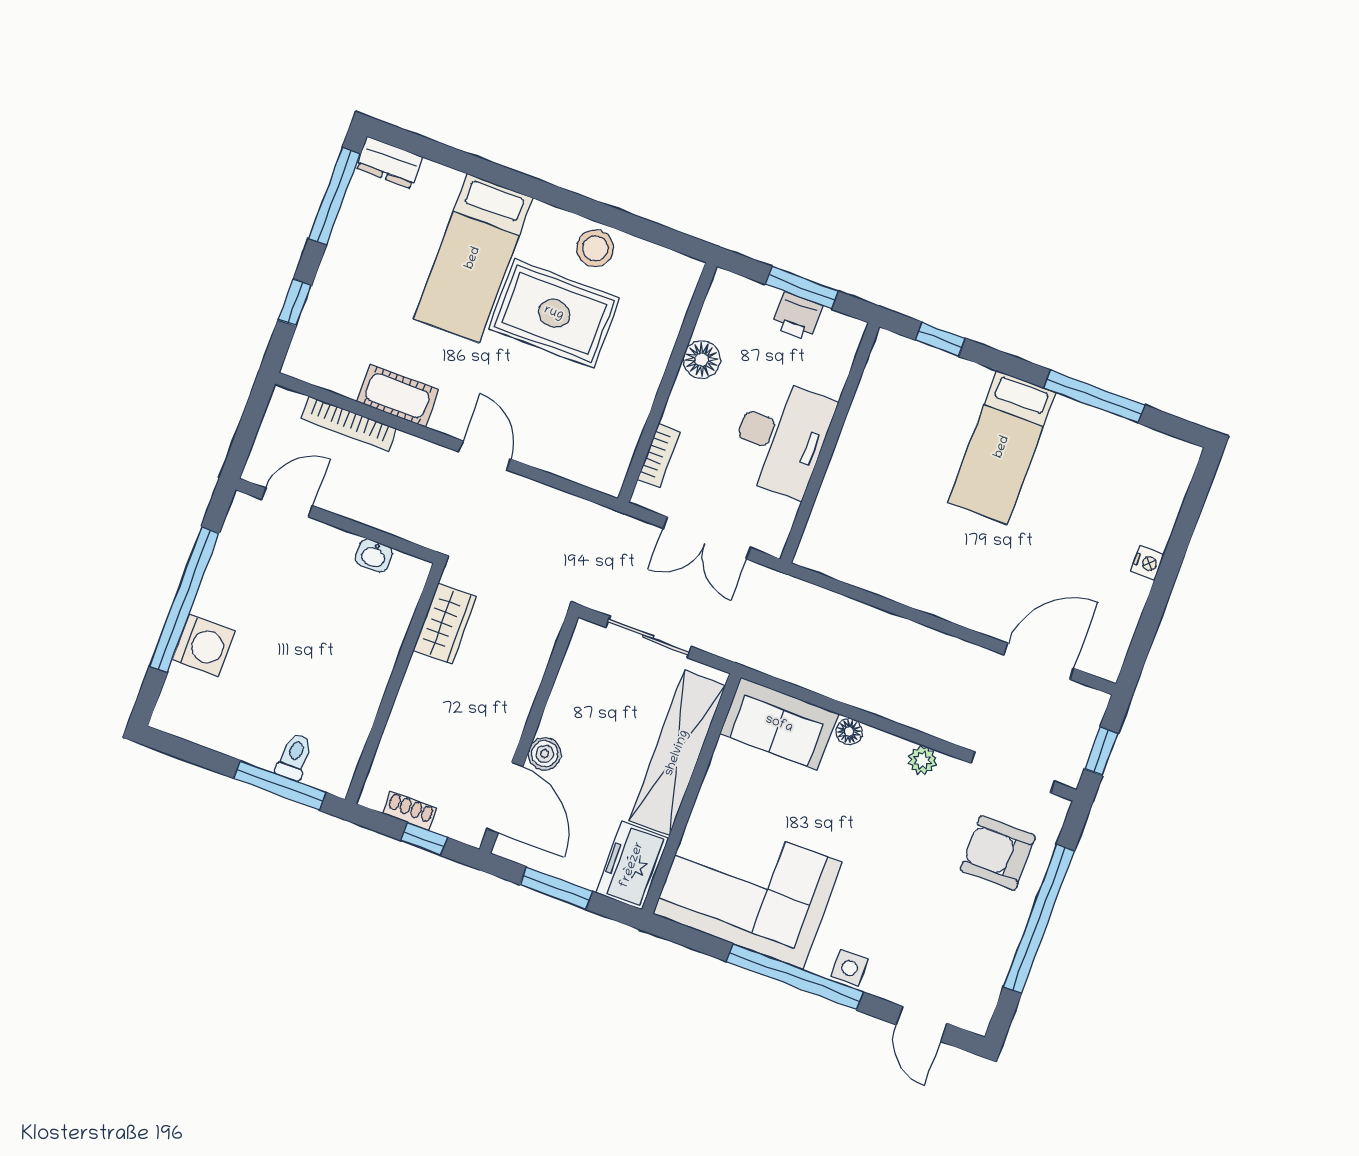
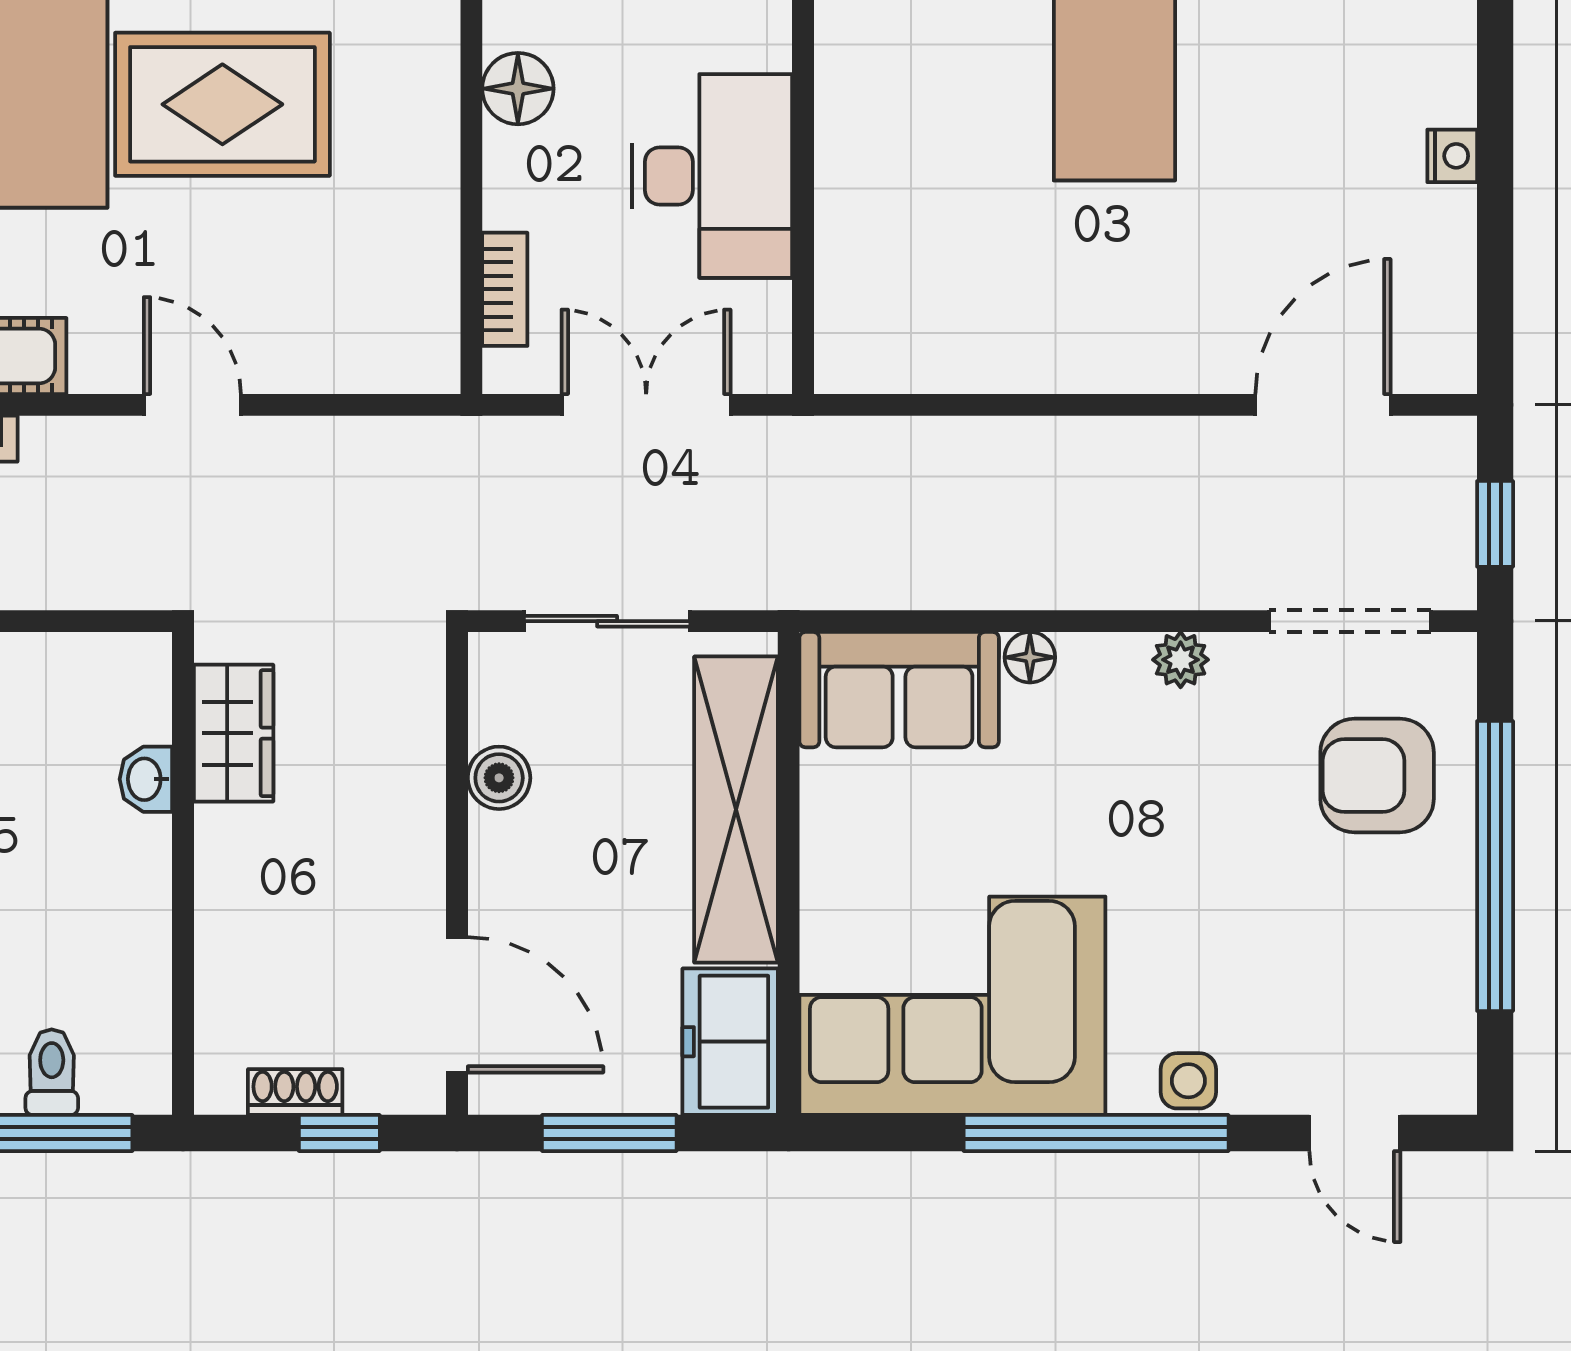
double door: (707, 538) -> (646, 405), swing flipped
washbasin: (374, 555) -> (146, 779), moved, turned 90
boiler: (545, 754) -> (499, 778), moved

